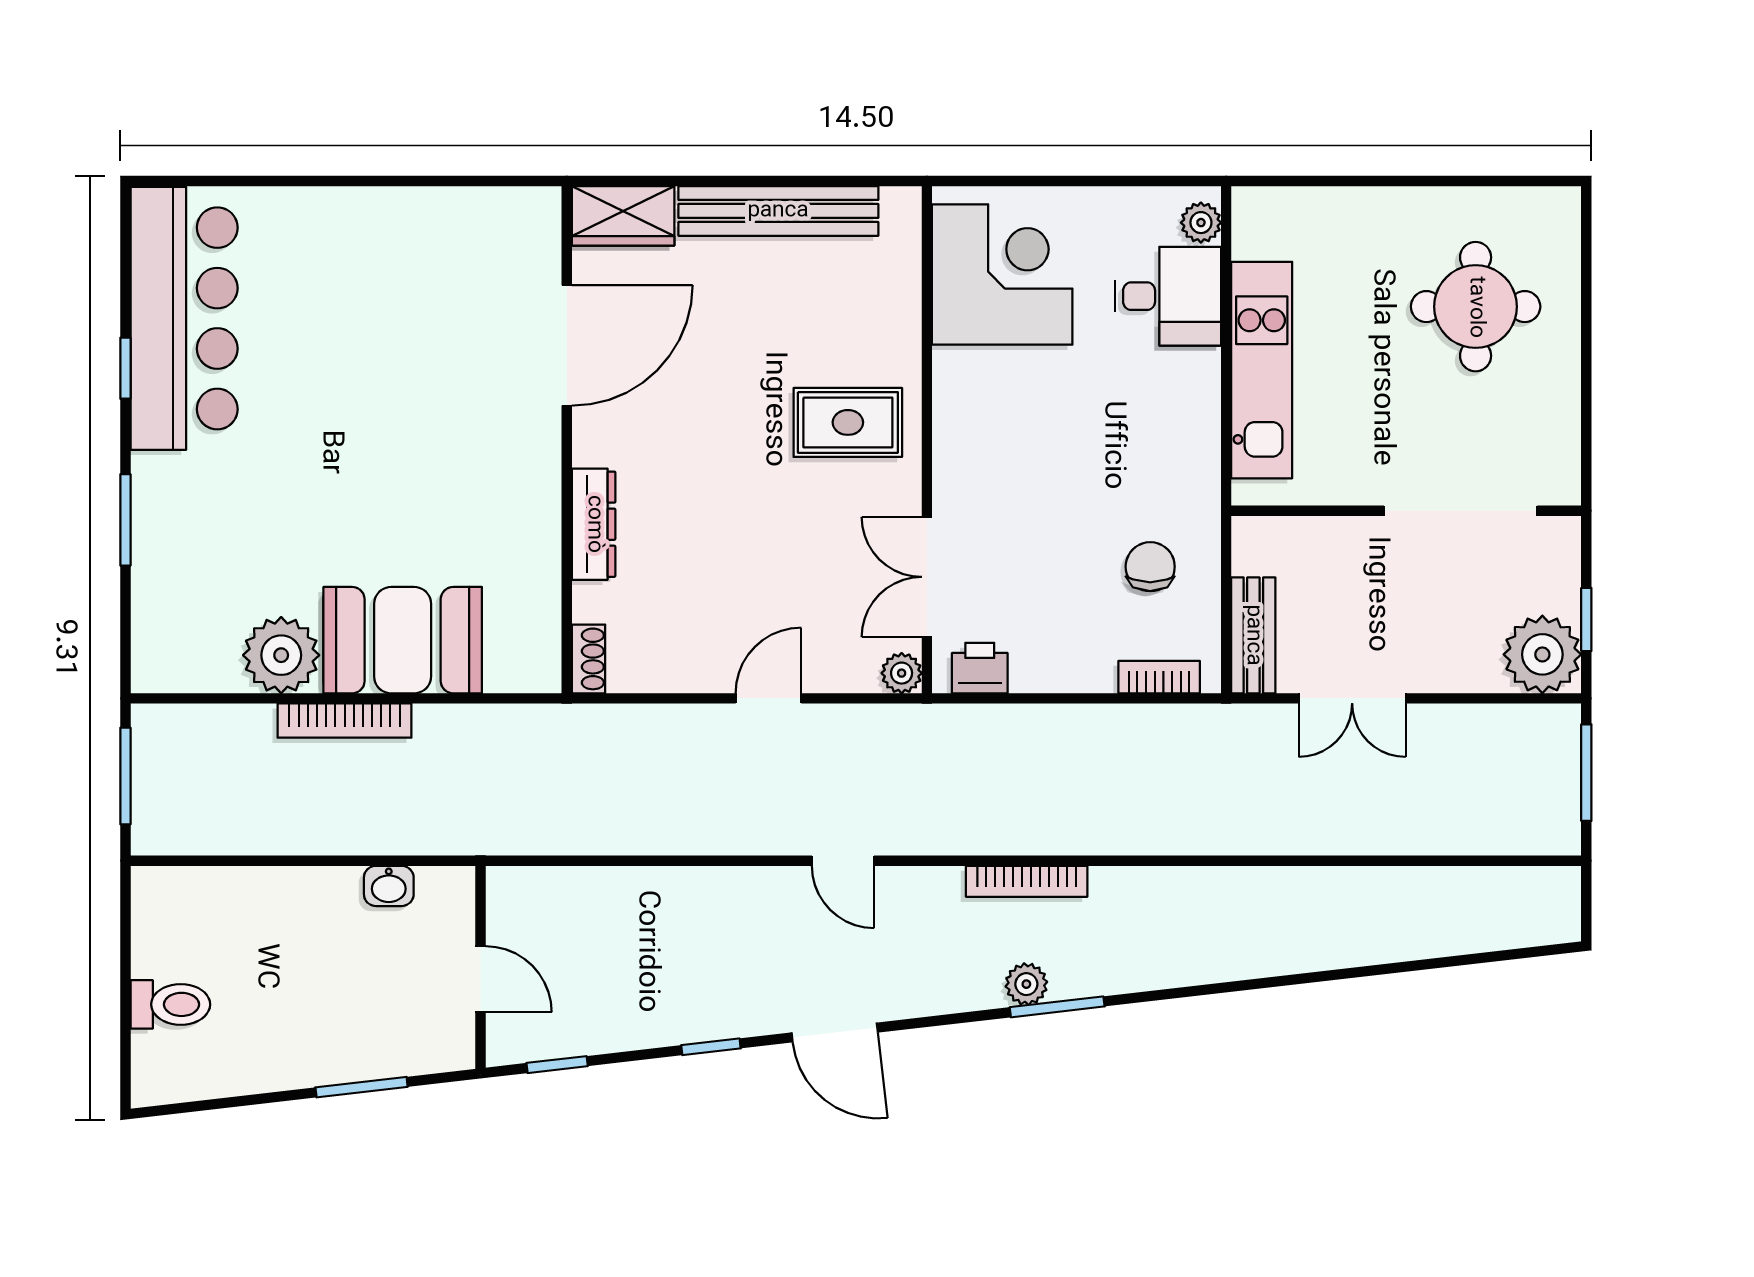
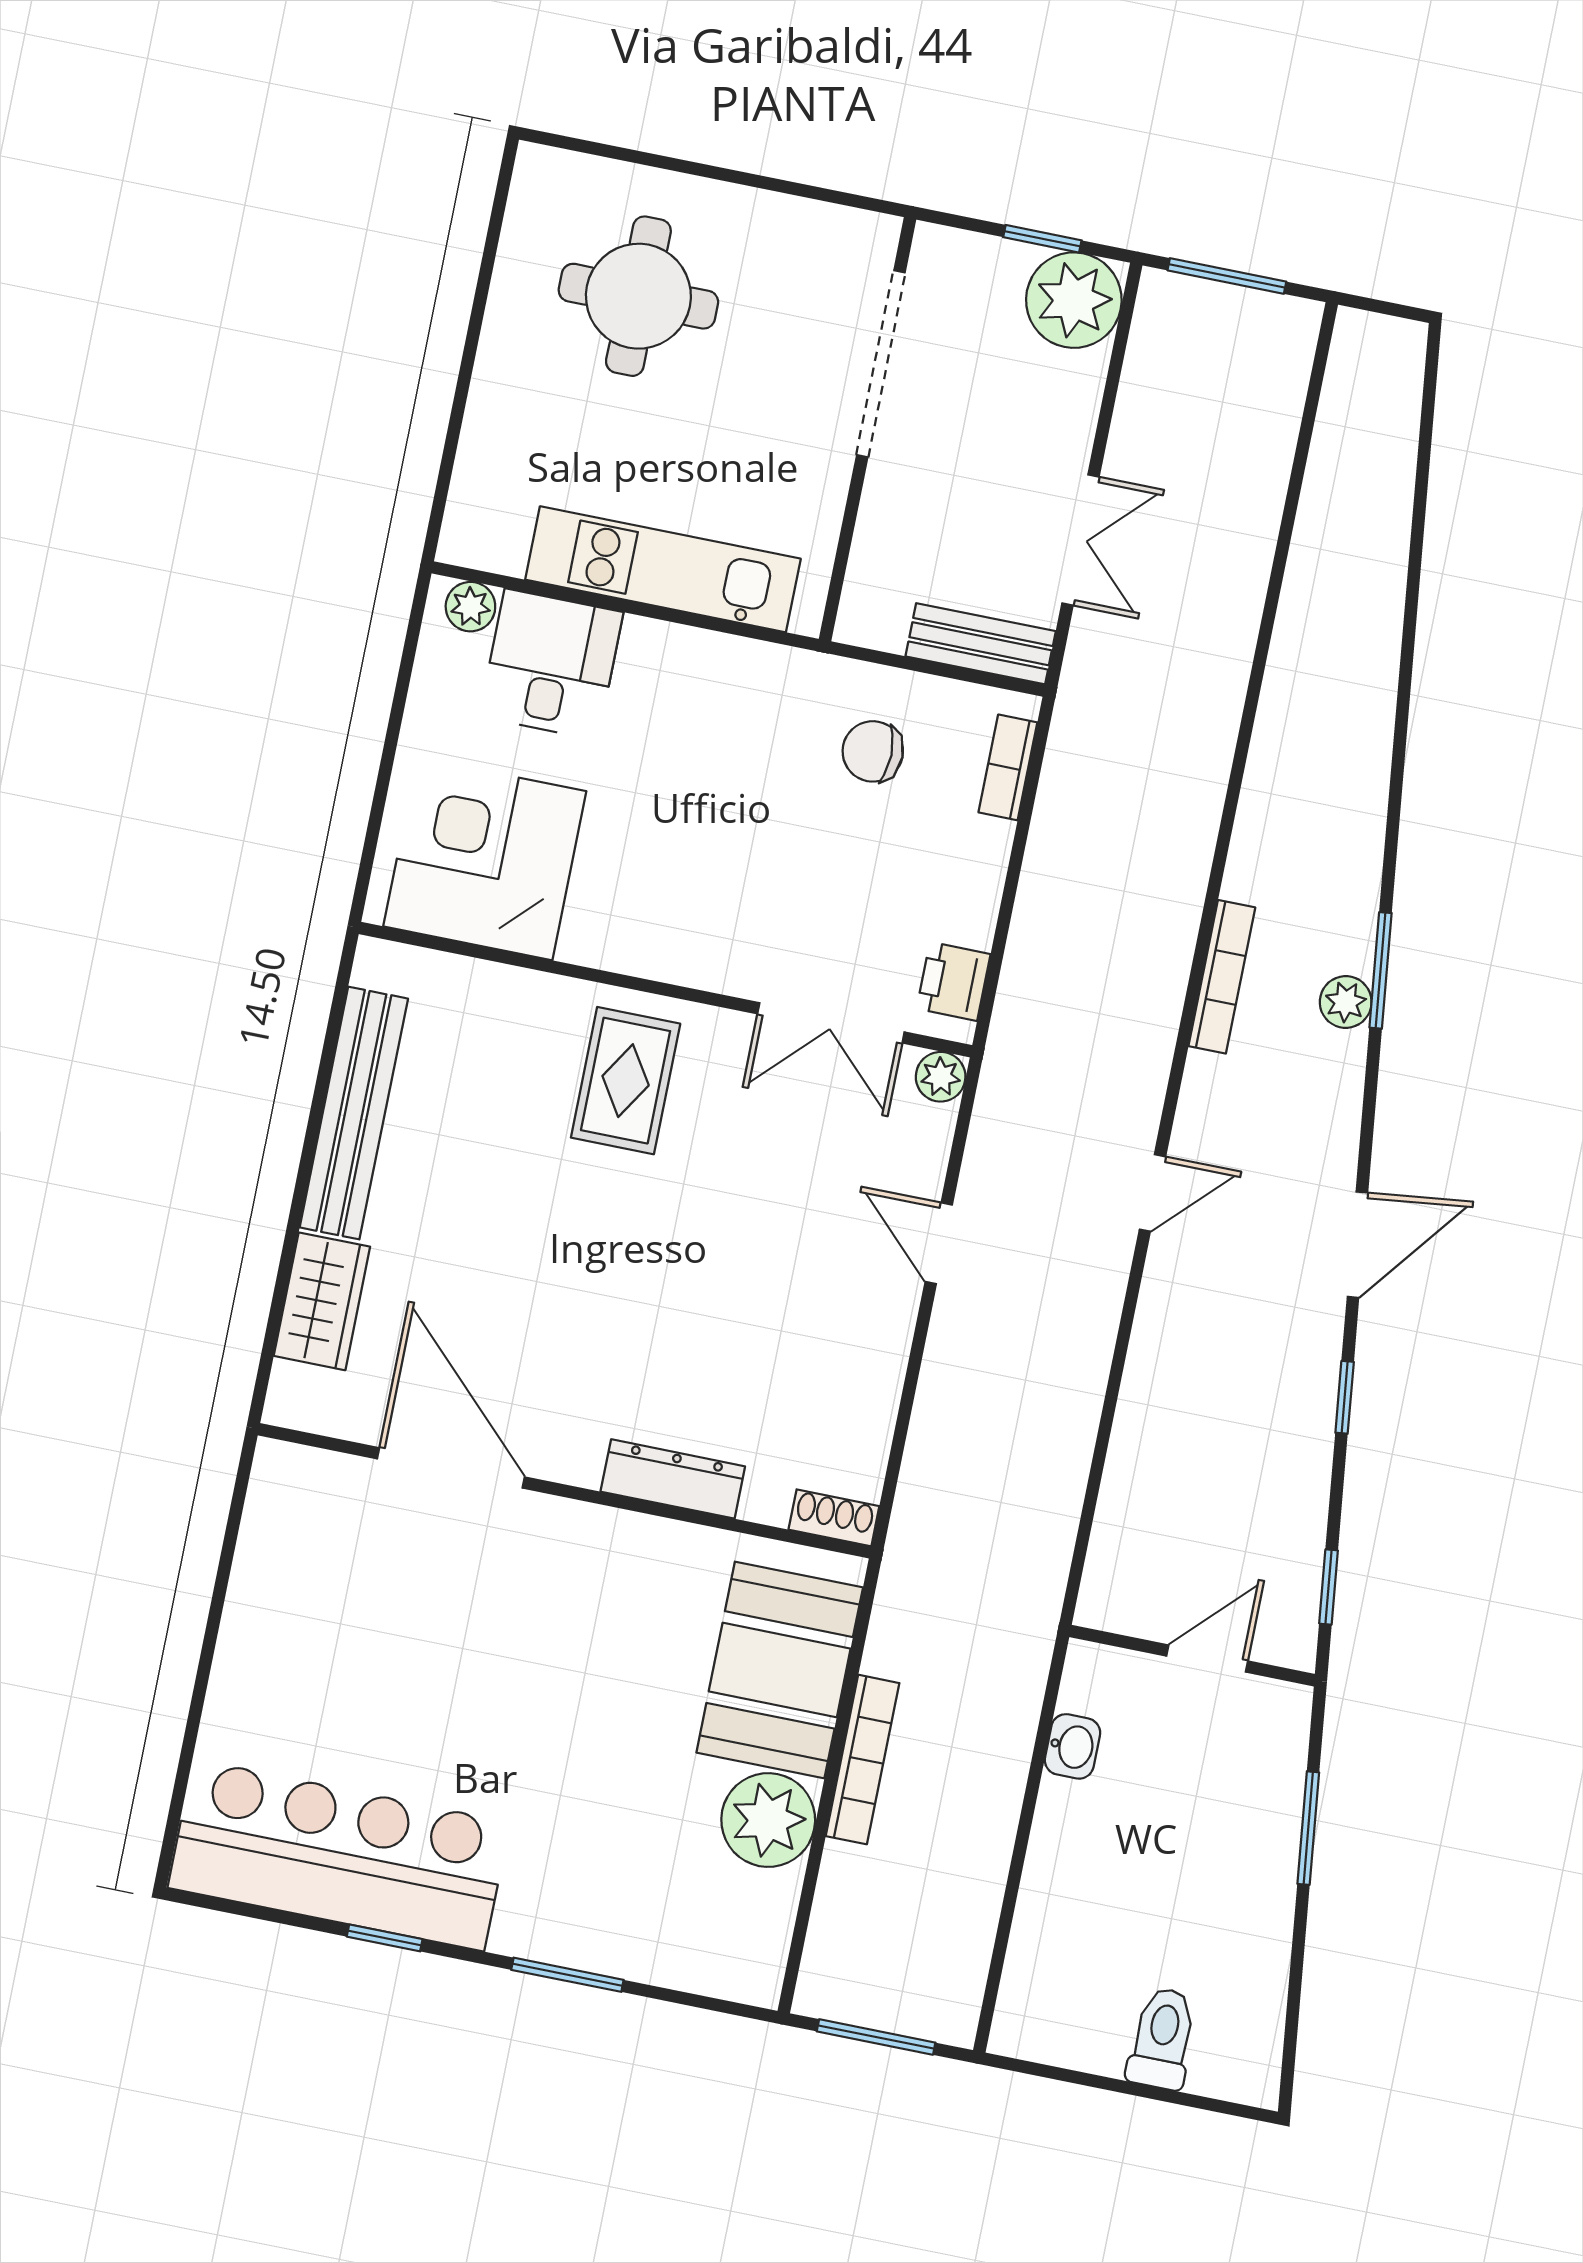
door: (567, 345) -> (451, 1468), moved
wall: (567, 440) -> (564, 1491), moved
dresser: (594, 524) -> (673, 1479), moved
shoe rack: (589, 659) -> (834, 1518), moved

